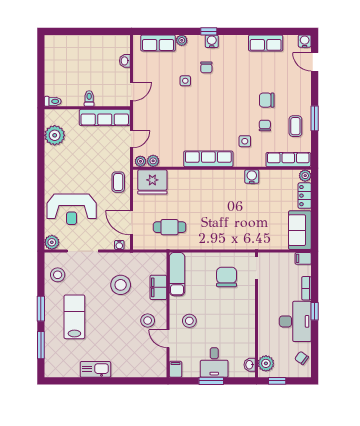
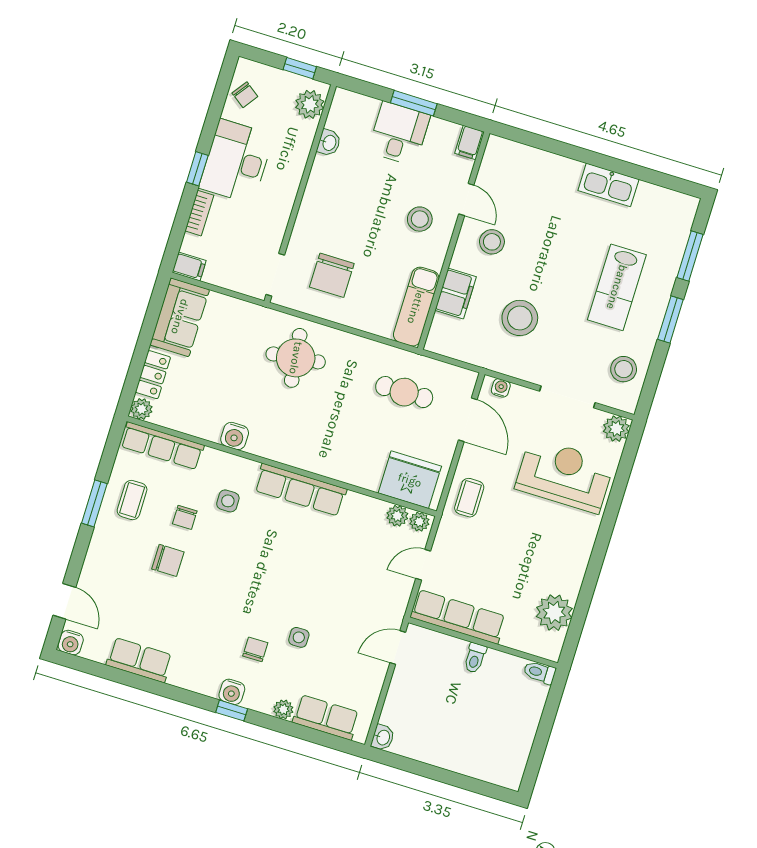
washbasin: (125, 61) -> (383, 737), moved
round table: (232, 228) -> (296, 358), added
washbasin: (250, 365) -> (329, 143), moved

